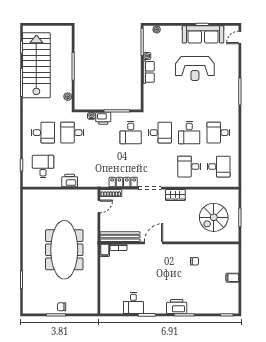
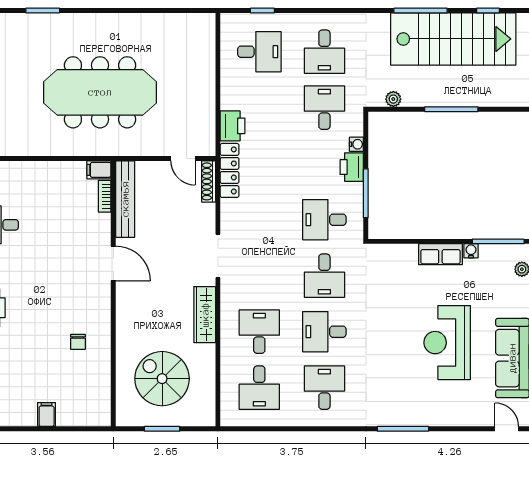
printer: (70, 181) -> (233, 126), moved
locker: (123, 182) -> (230, 170), moved
wardrobe: (175, 195) -> (205, 315), width x1.50

